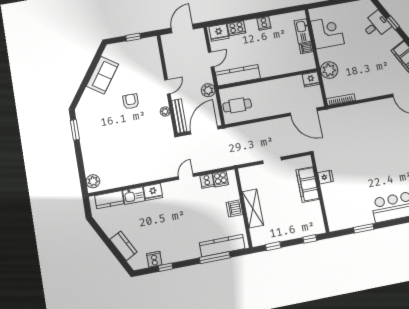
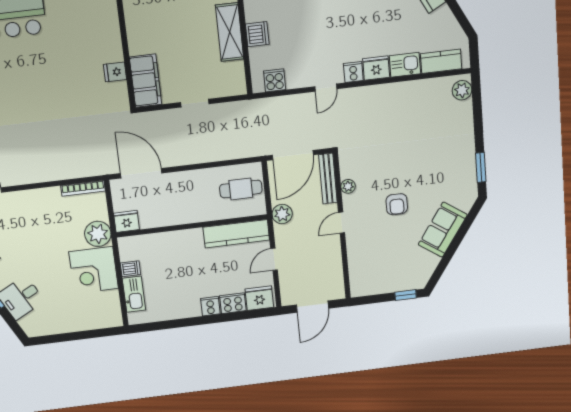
cooker: (264, 23) -> (210, 306), moved
corner desk: (327, 33) -> (94, 270), moved
window: (133, 37) -> (406, 295), moved
sofa: (102, 75) -> (443, 230), moved
cooker: (207, 181) -> (353, 72), moved
filing cabinet: (308, 185) -> (146, 81), moved

